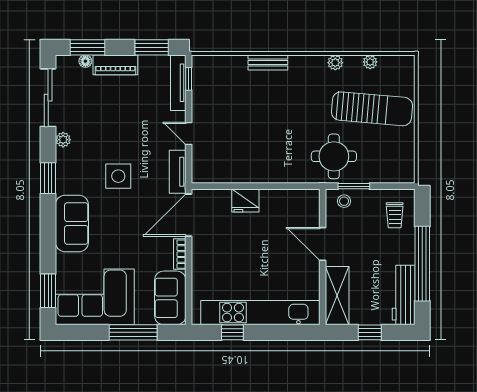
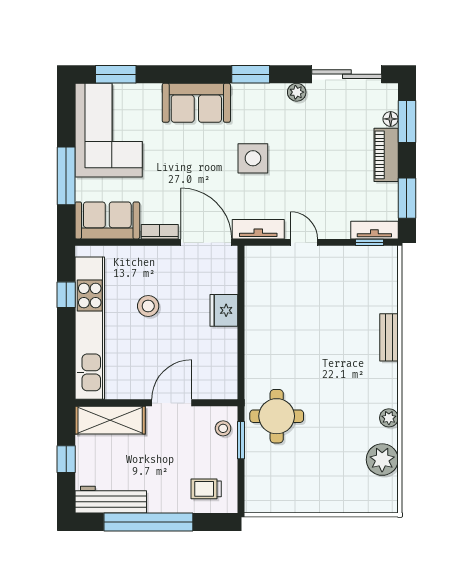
plant: (370, 62) -> (382, 460), width x1.88, depth x1.88
tv unit: (178, 83) -> (374, 230), width x0.71
sun lounger: (372, 109) -> (334, 462), removed
door: (189, 133) -> (304, 242), hinge flipped
stool: (242, 264) -> (148, 306), added

